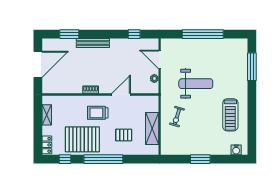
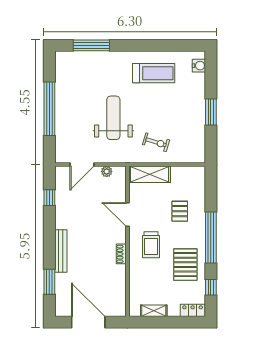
shelving: (152, 129) -> (150, 174), moved
pallet: (82, 139) -> (185, 265), width x0.73, depth x0.71

